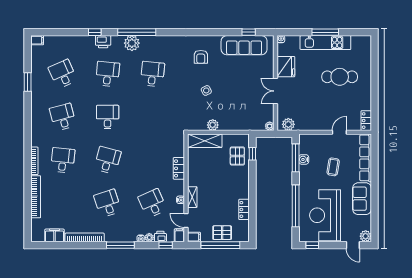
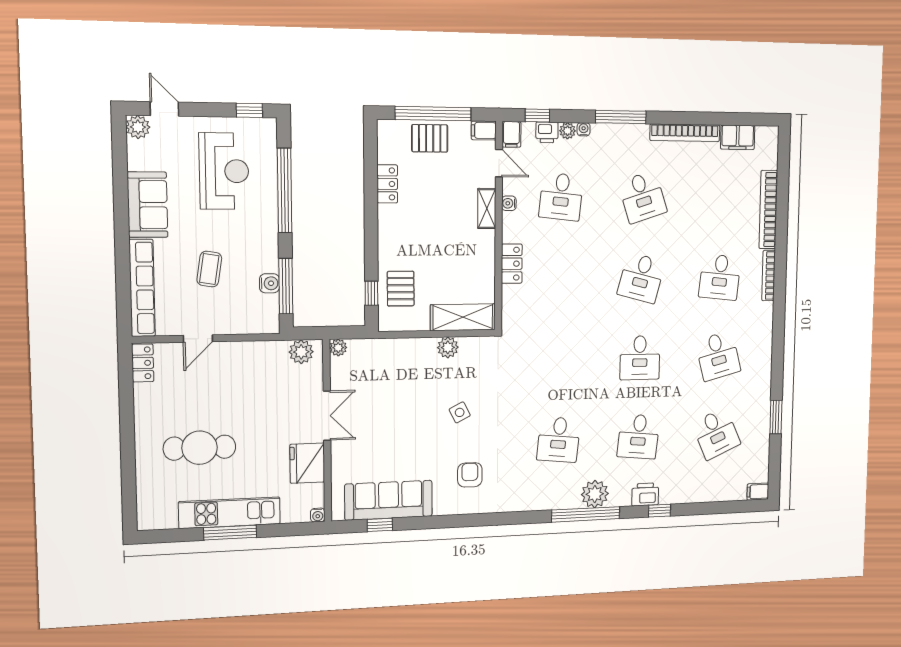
desk: (152, 203) -> (561, 197), turned 30
reception desk: (325, 215) -> (224, 171), width x0.74, depth x0.77

